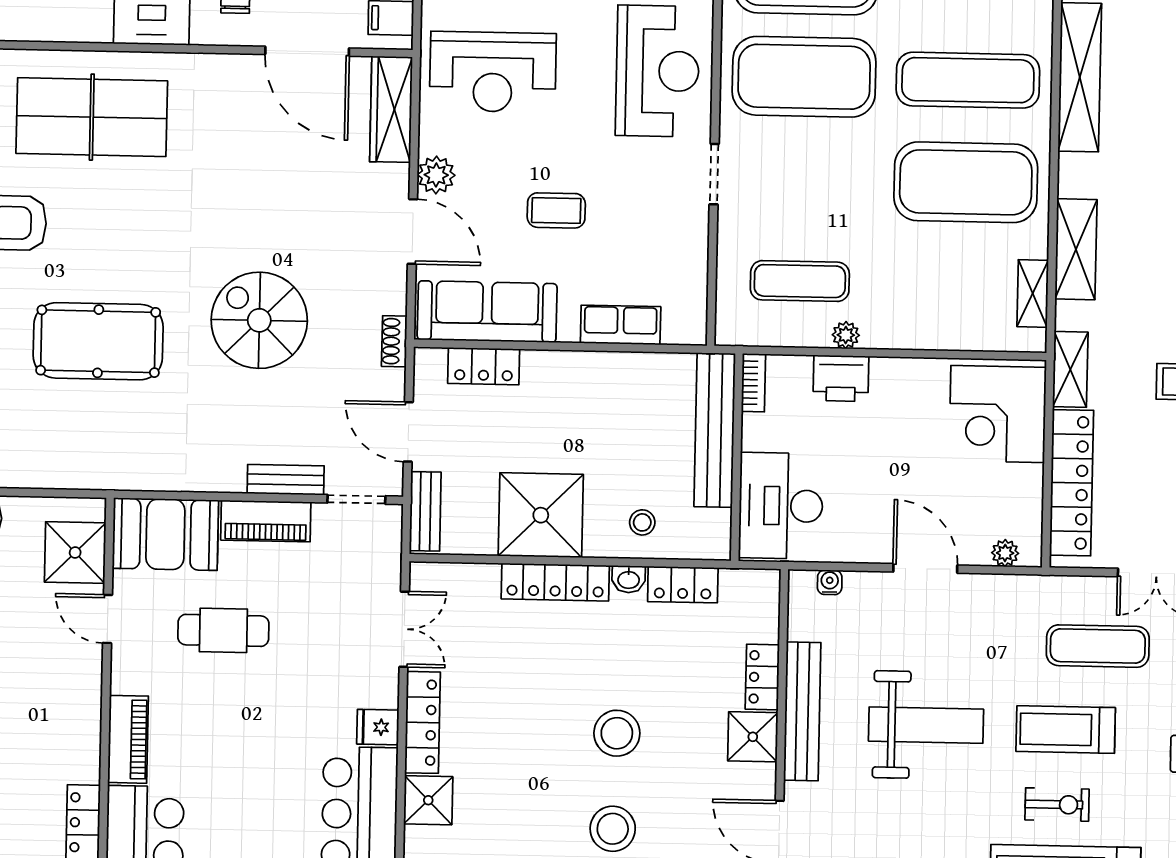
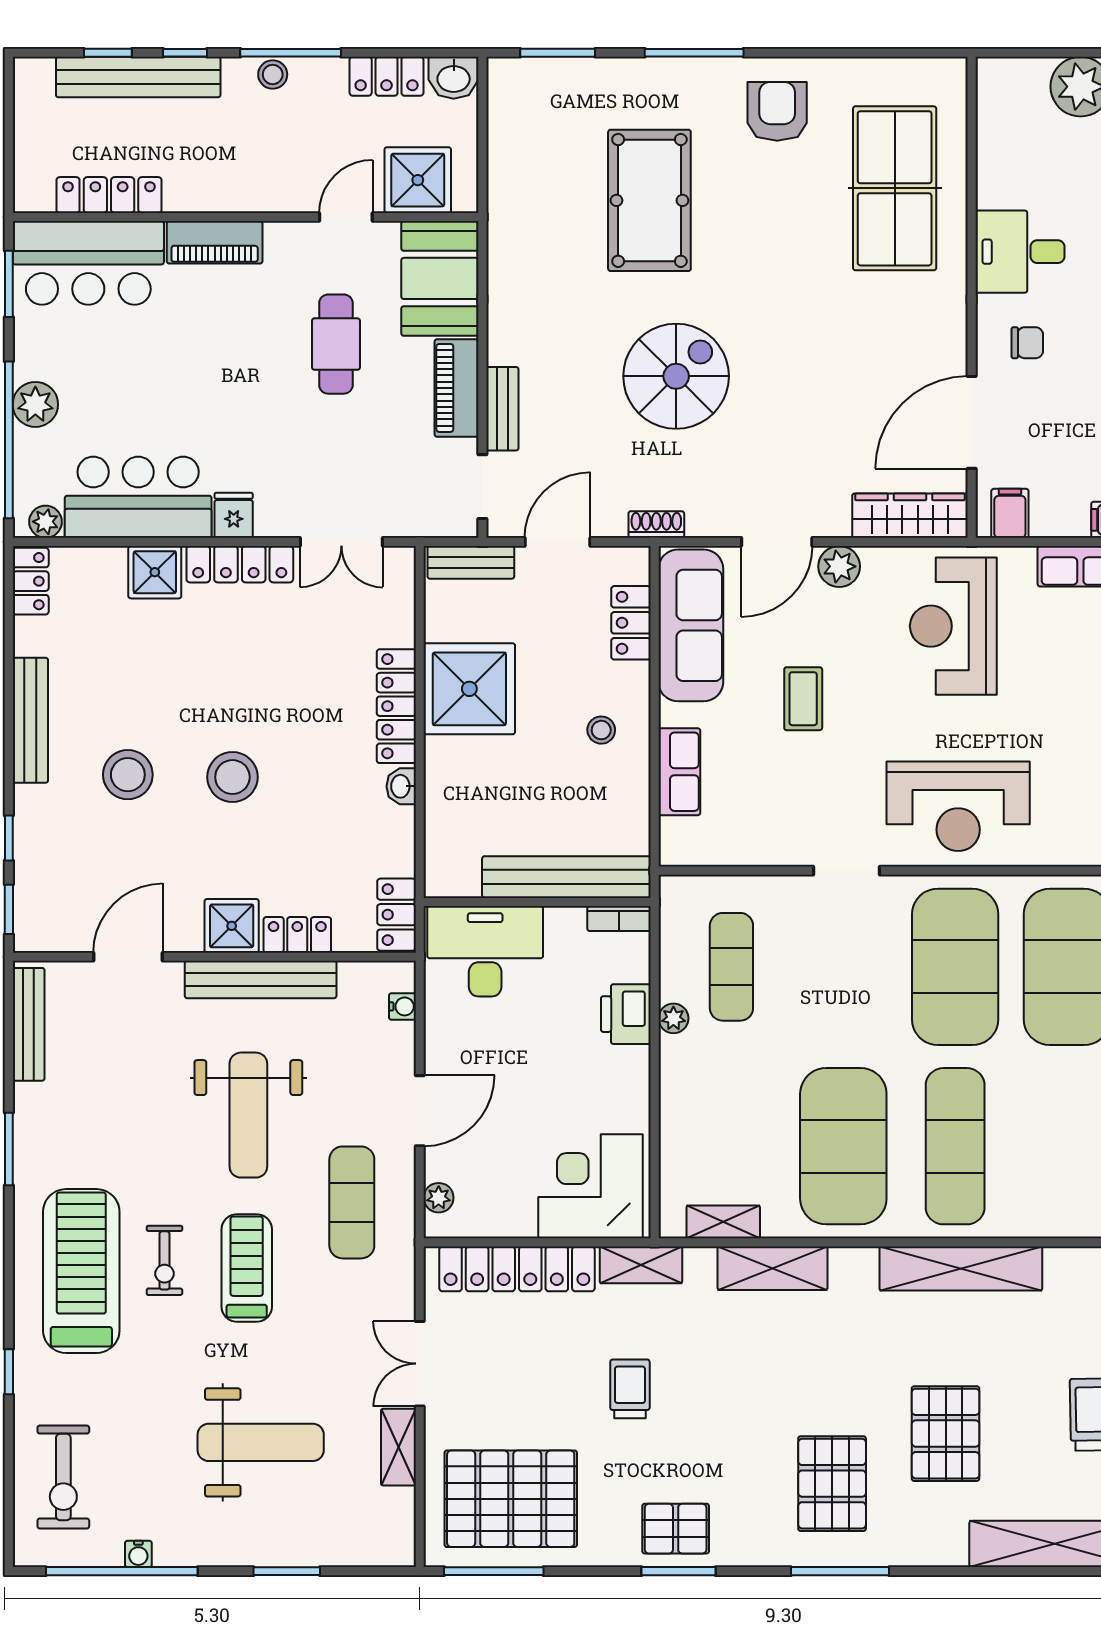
stool: (642, 522) -> (601, 730), moved
locker: (683, 585) -> (397, 915), moved
exercise mat: (1098, 646) -> (352, 1202), moved

